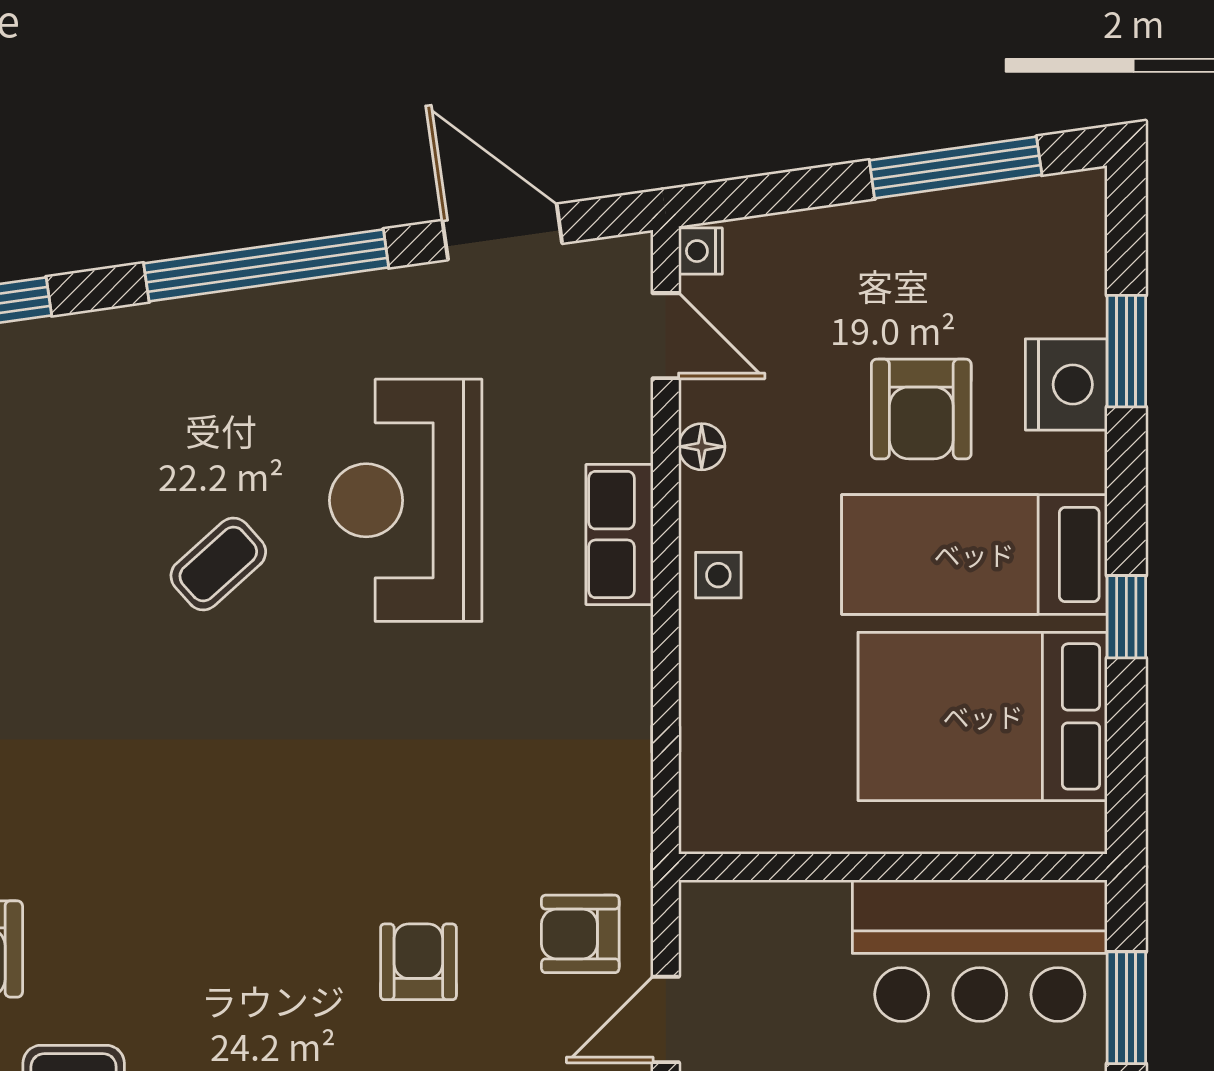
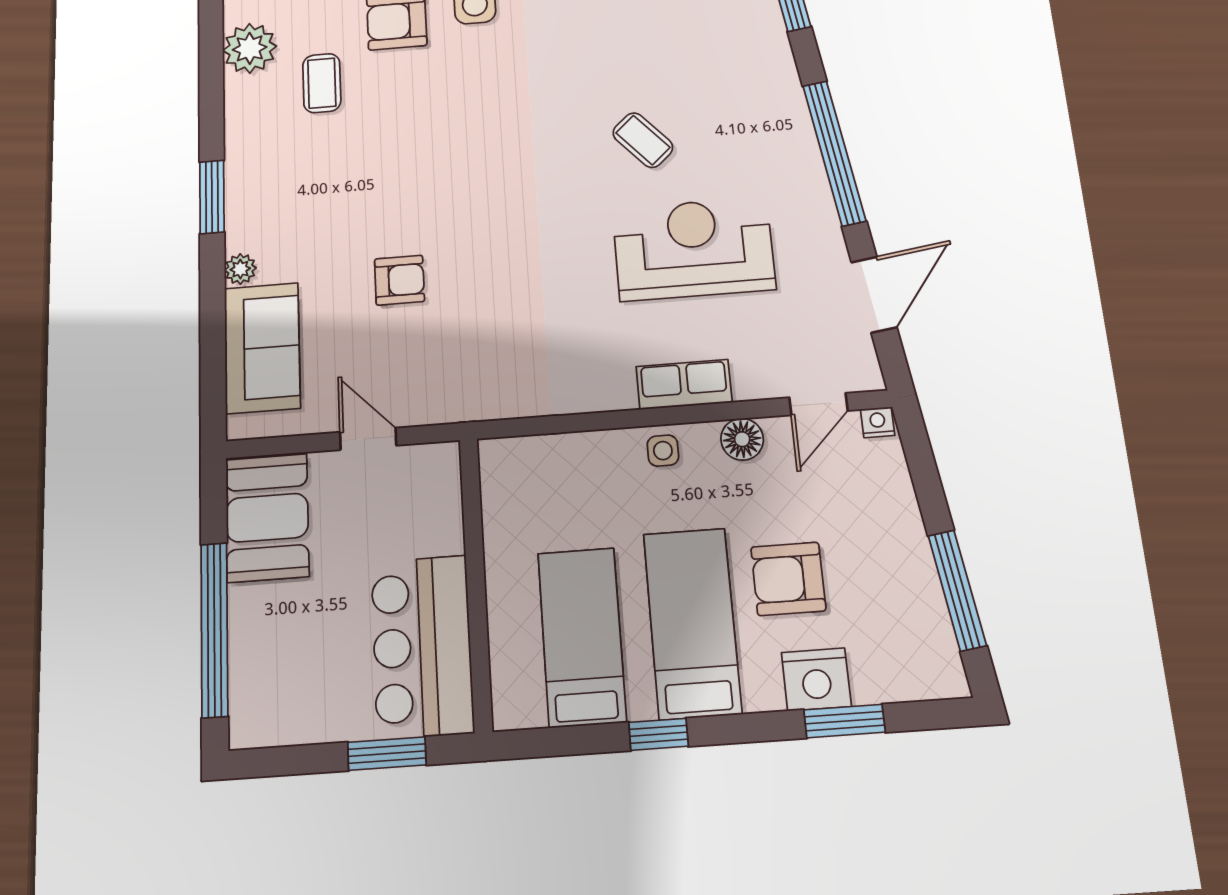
floor lamp: (702, 447) -> (742, 439), width x1.37, depth x1.37
bed: (983, 716) -> (582, 637), width x0.67
armchair: (580, 934) -> (422, 380), removed

